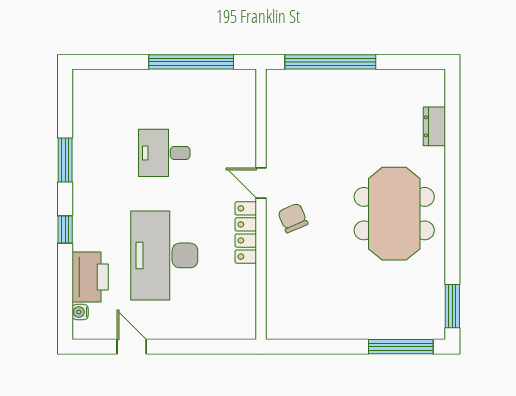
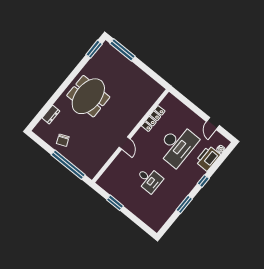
window: (191, 62) -> (115, 203), width x0.47
chair: (293, 218) -> (63, 140), moved
locker: (246, 232) -> (153, 118), moved

